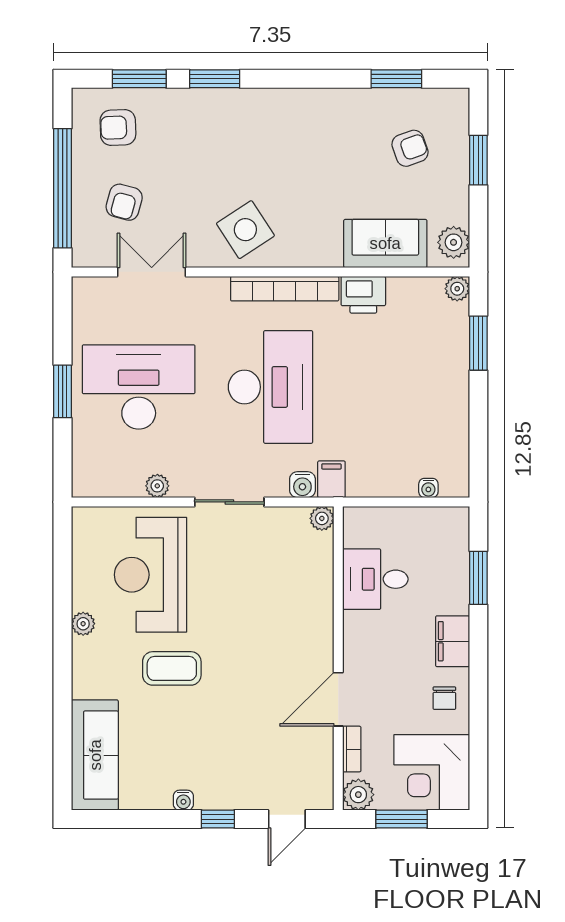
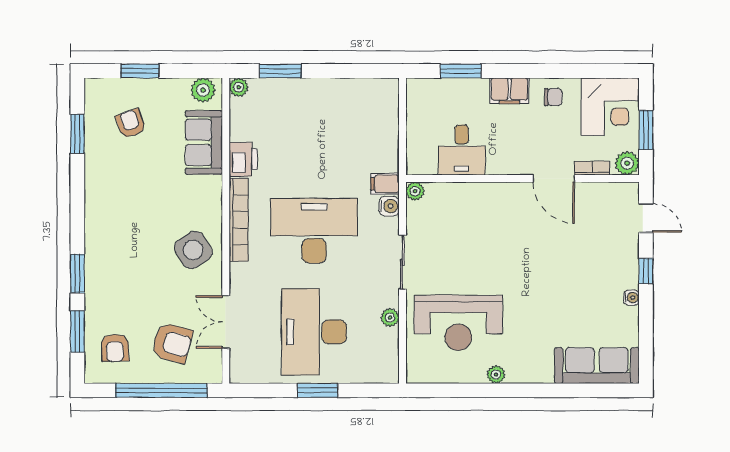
armchair: (124, 202) -> (172, 343), width x1.38, depth x1.38
water cooler: (428, 488) -> (392, 109), removed
coffee table: (172, 668) -> (530, 306), removed

